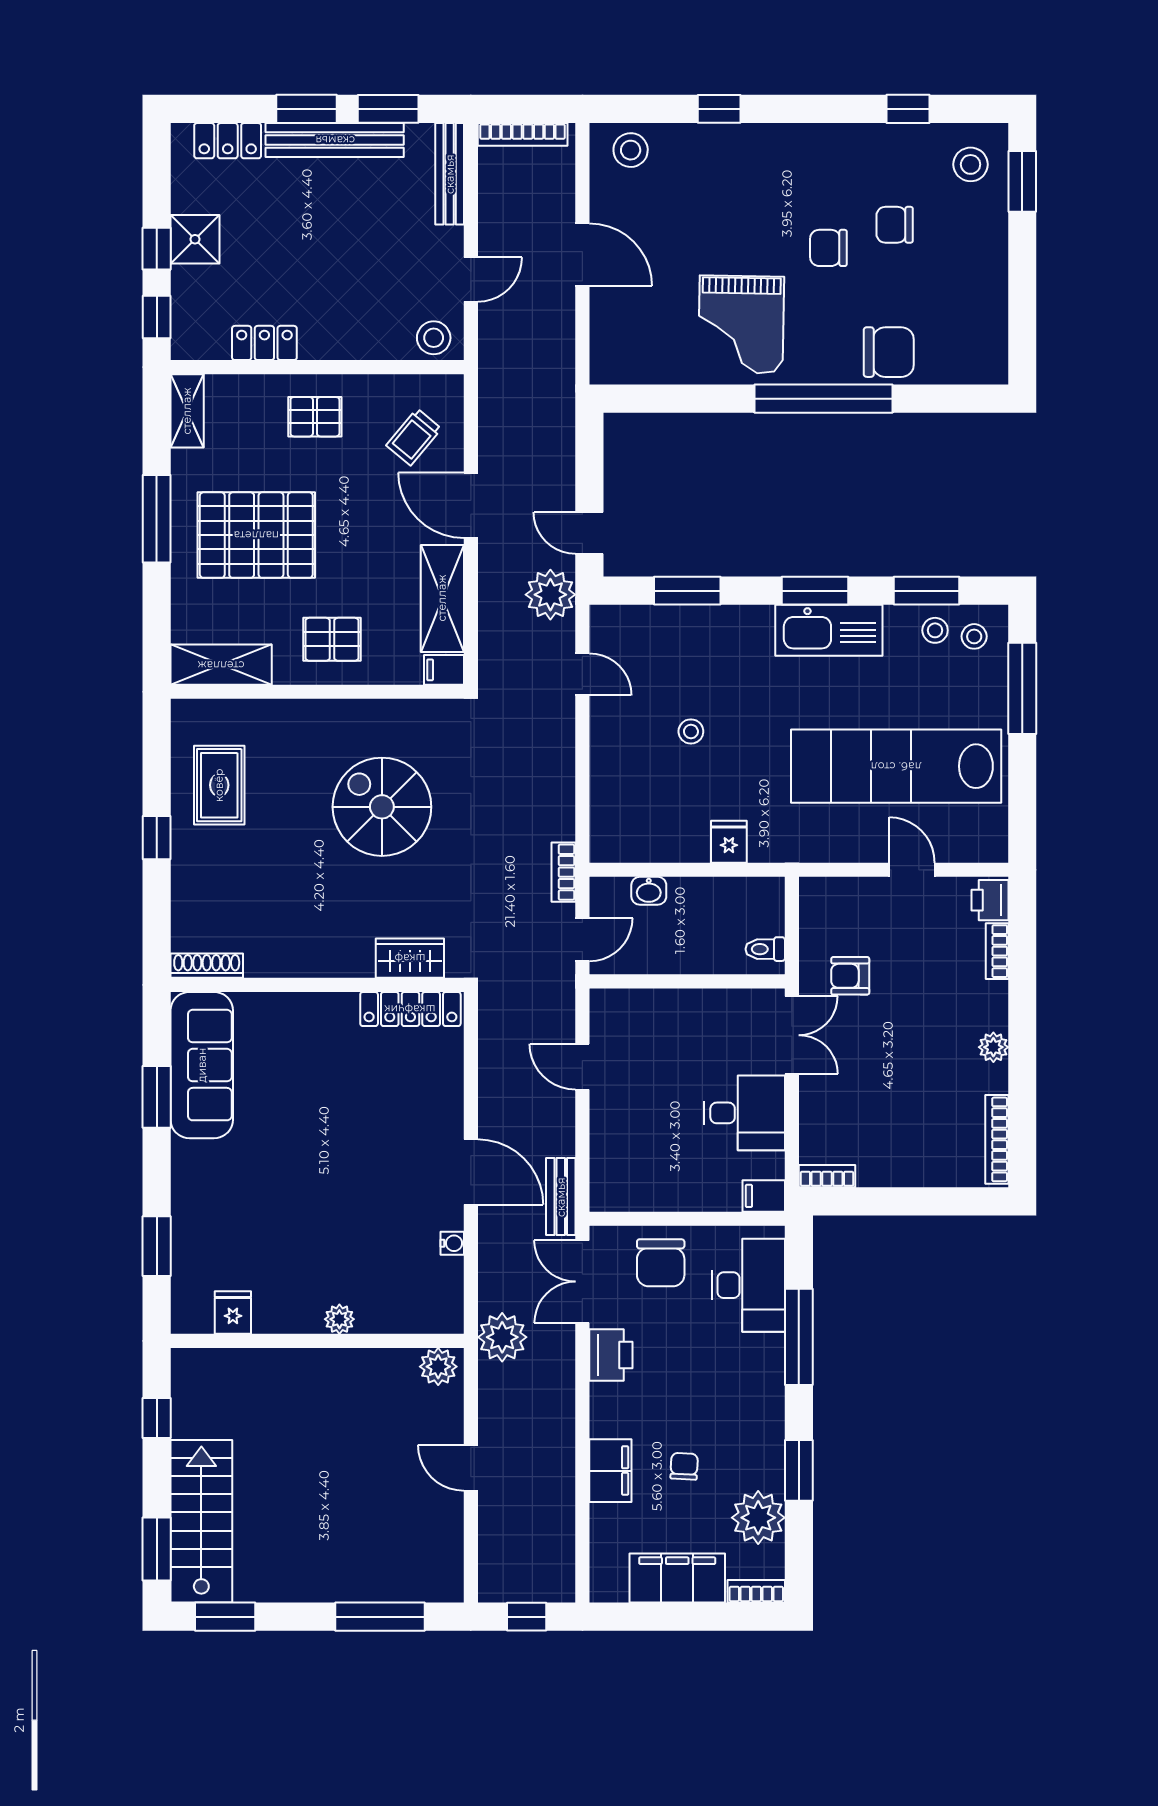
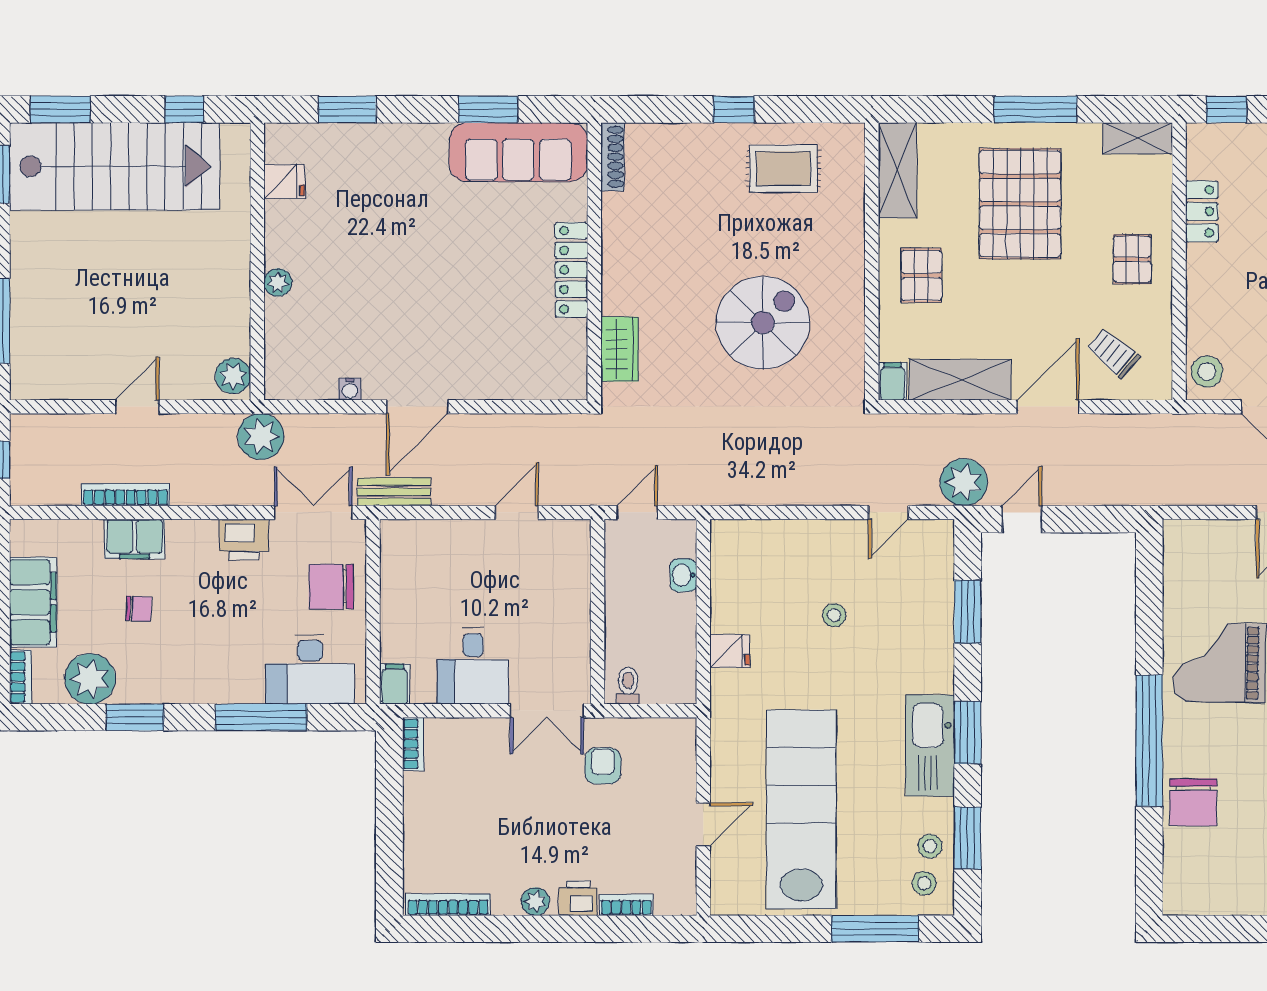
bookcase: (564, 872) -> (126, 495), moved, width x1.56
printer: (990, 900) -> (578, 898), moved
door: (582, 940) -> (637, 512), swing flipped
locker: (410, 1009) -> (571, 270), moved
stairs: (201, 1521) -> (115, 166), width x1.36, depth x1.51

